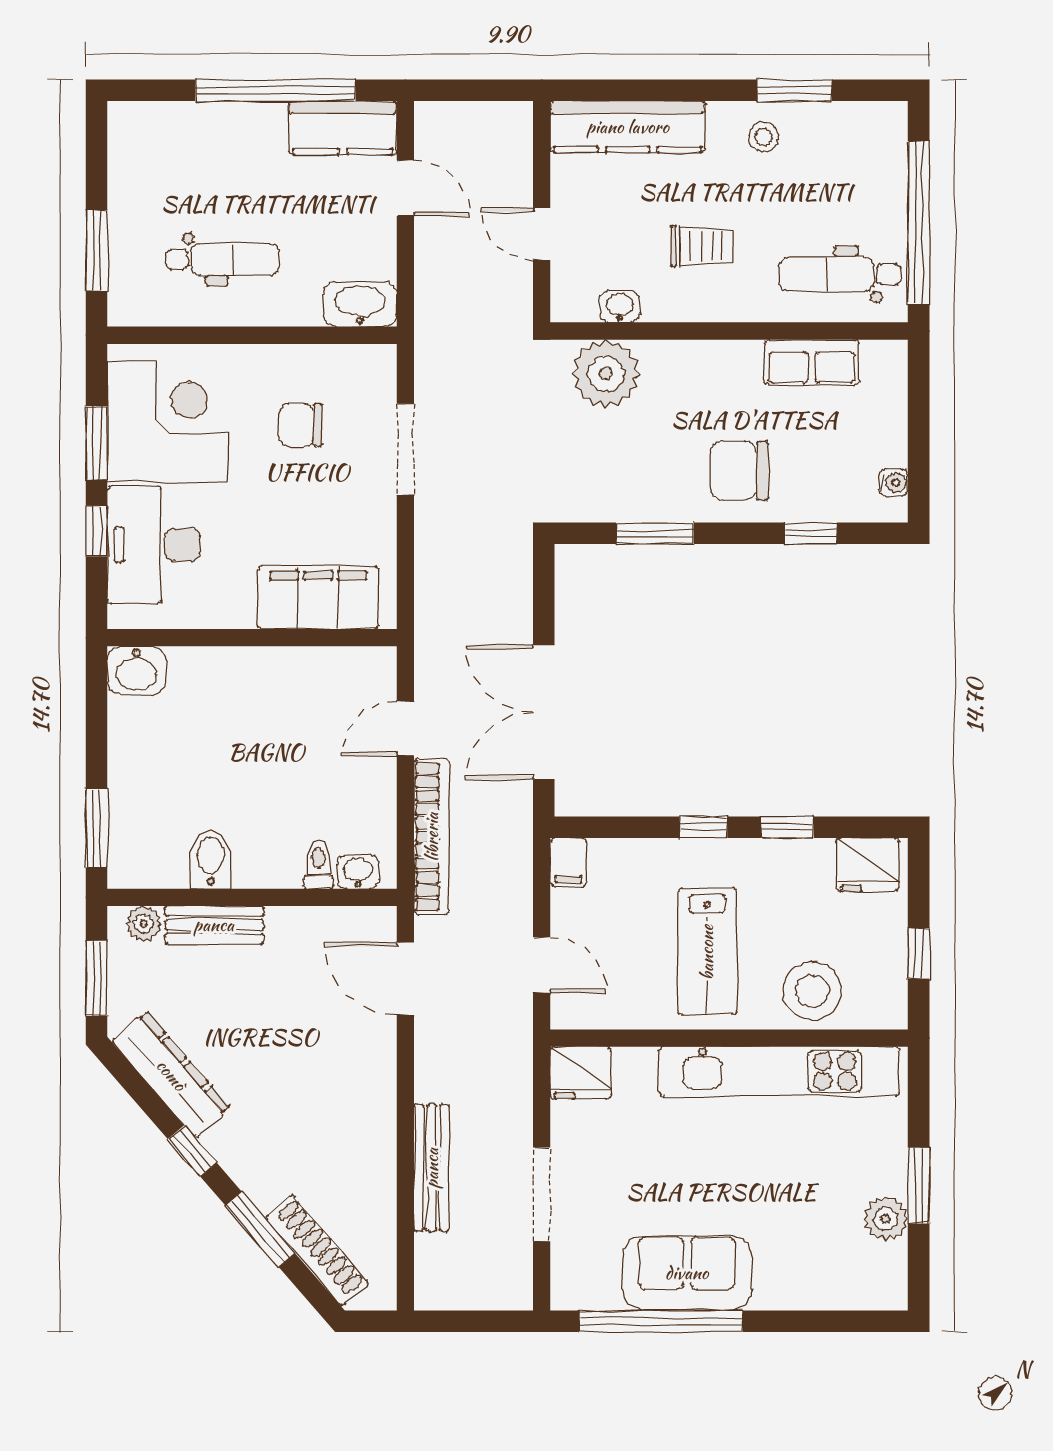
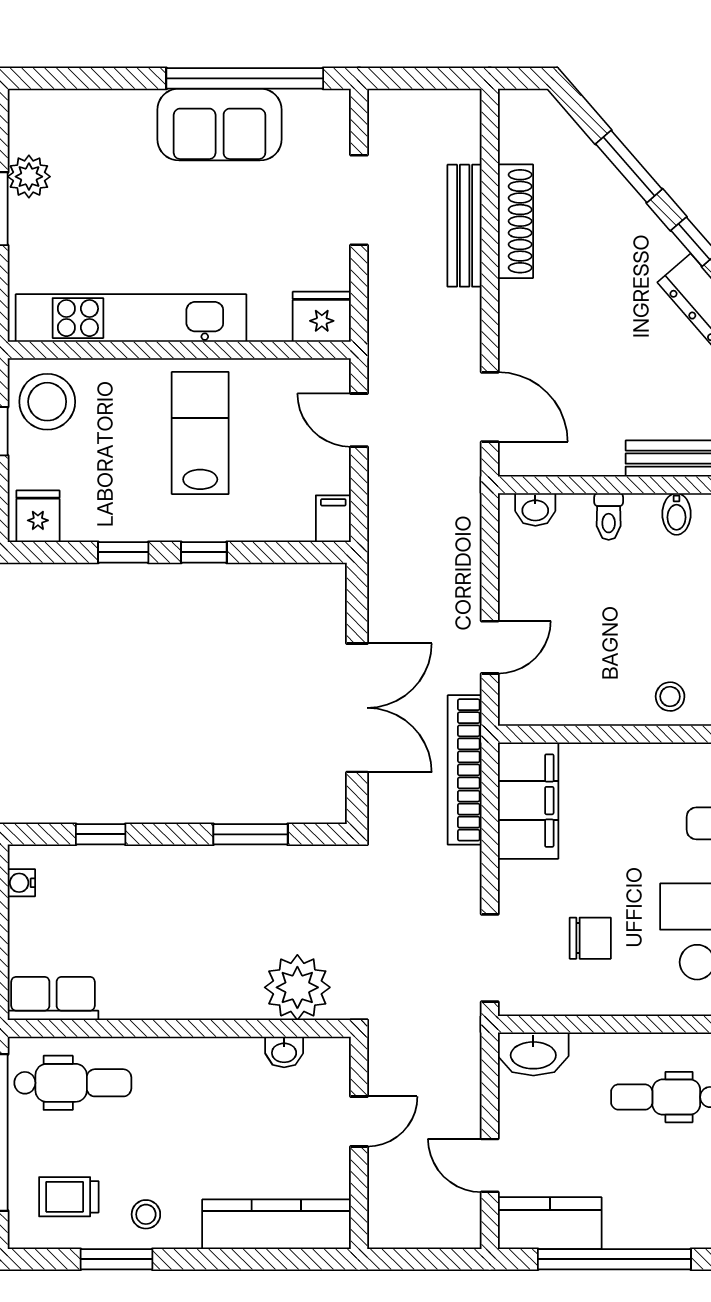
door: (542, 234) -> (359, 1121), hinge flipped
trolley: (702, 246) -> (69, 1197), moved
row of seats: (812, 362) -> (53, 998), moved
doorway: (405, 449) -> (490, 958), moved
chair: (739, 471) -> (170, 894), removed
filing cabinet: (318, 598) -> (528, 801), moved, turned -90
stool: (217, 677) -> (670, 697), added
double door: (544, 712) -> (357, 708), moved
bookcase: (432, 837) -> (465, 770), moved
bidet: (211, 859) -> (676, 514), width x0.72, depth x0.74
toilet: (318, 865) -> (609, 517), moved
fridge: (868, 865) -> (38, 516), width x0.72
stool: (812, 991) -> (47, 402), moved
shoe rack: (317, 1250) -> (516, 221), moved, turned -139

